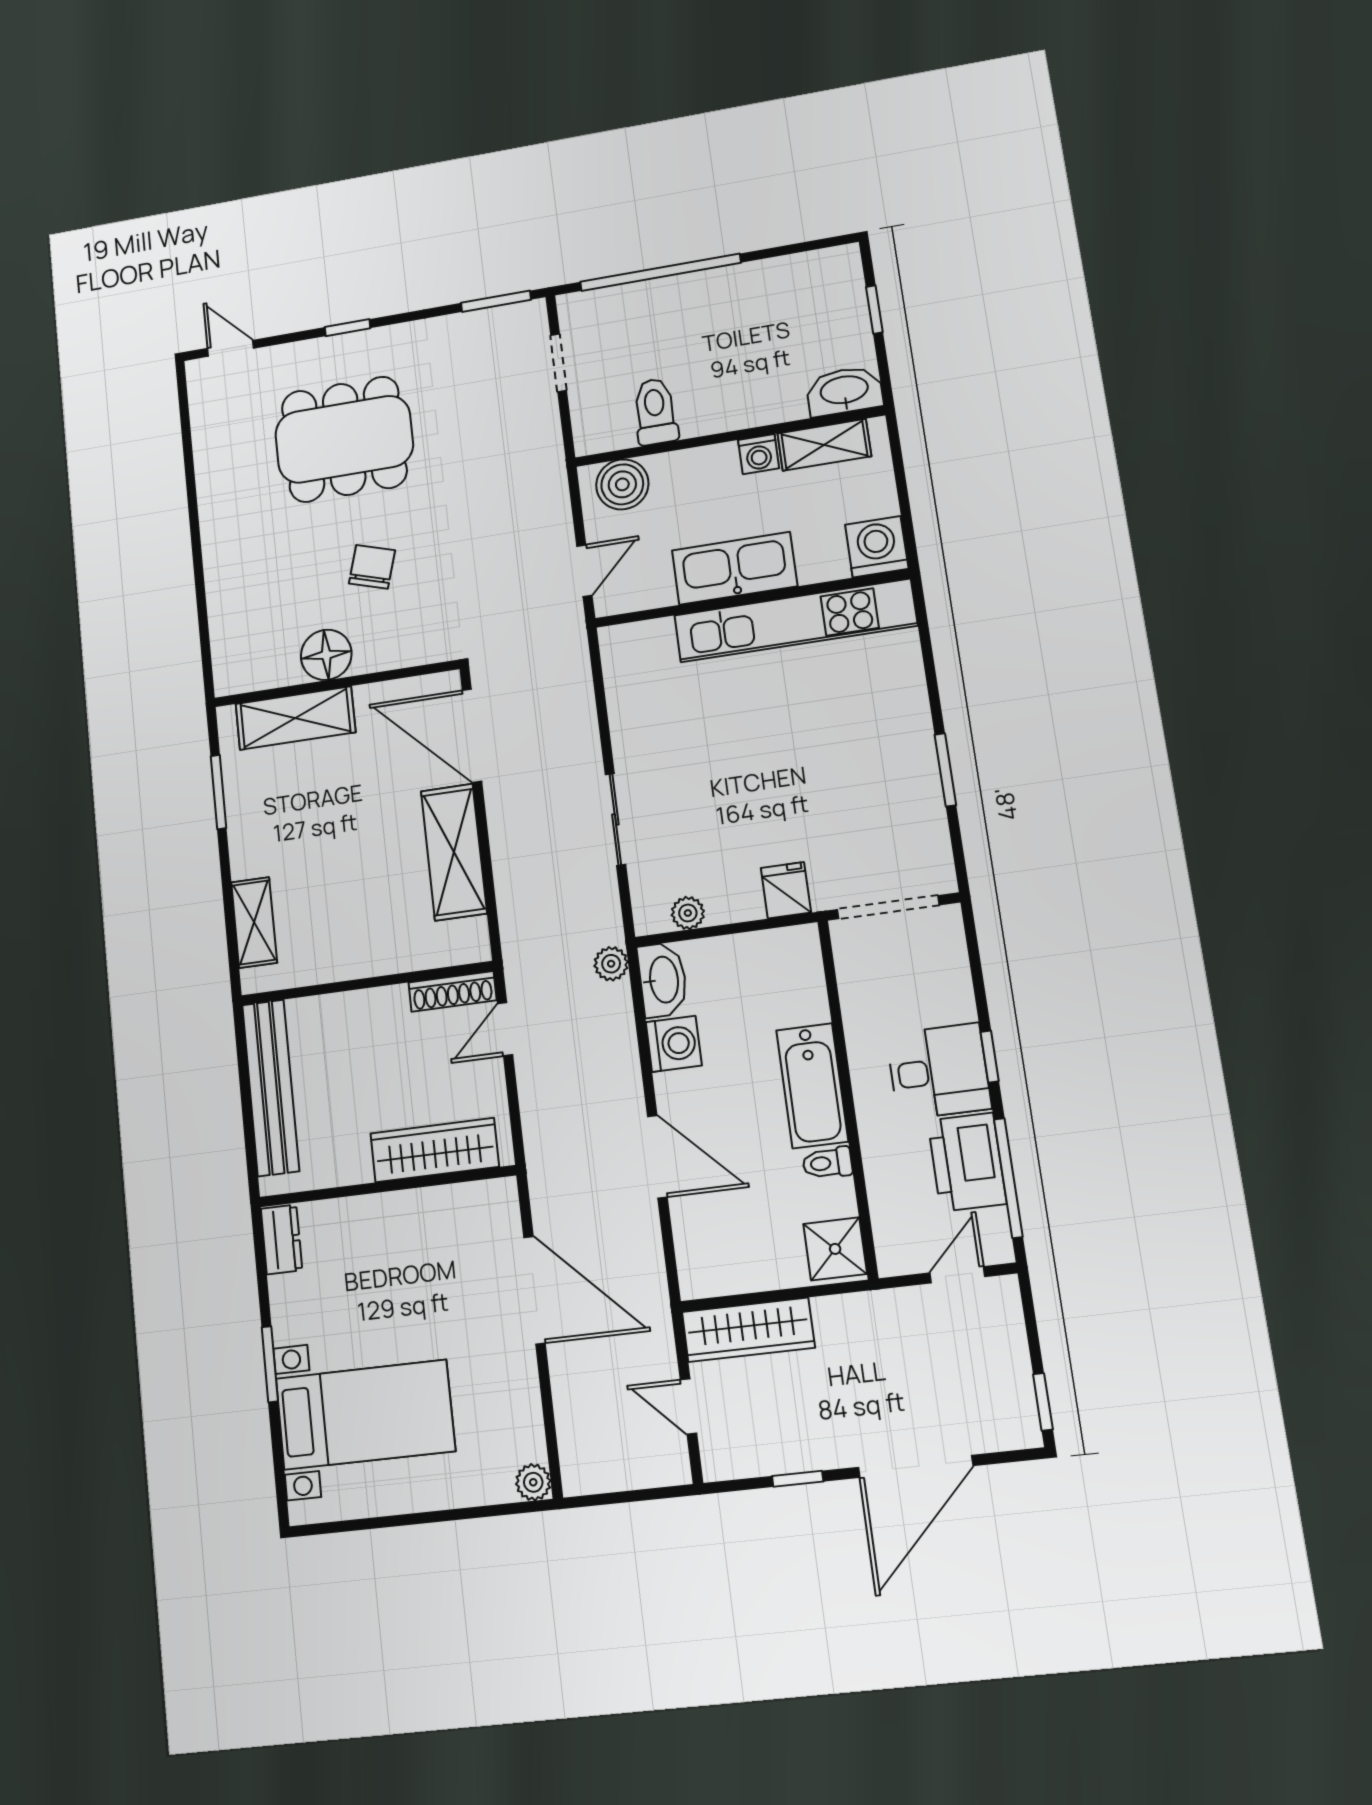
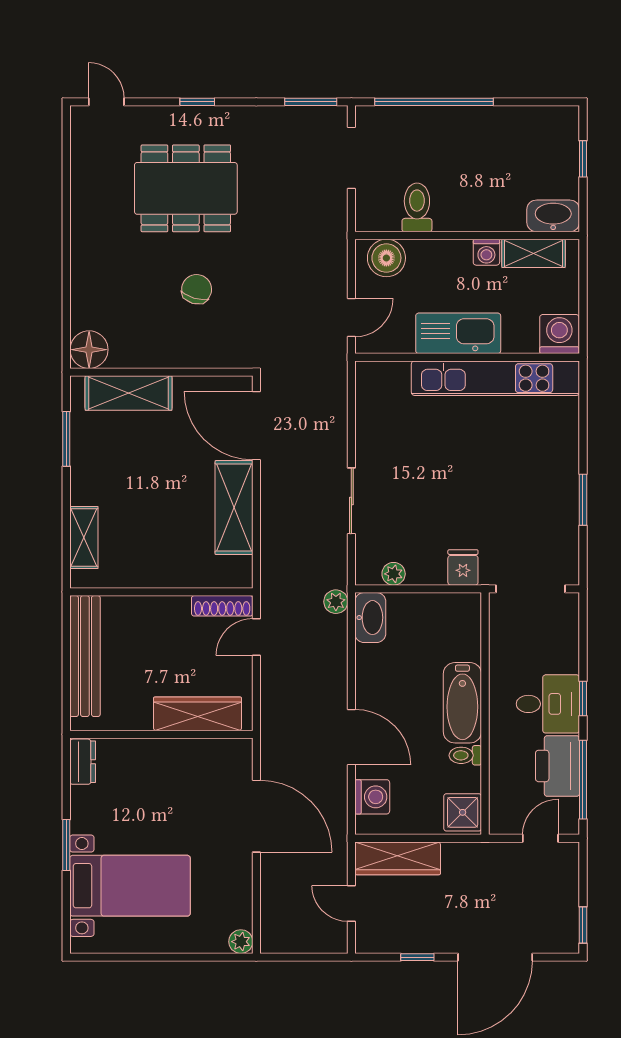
doorway: (559, 363) -> (351, 158), width x1.38
floor lamp: (326, 655) -> (89, 350), moved
washing machine: (674, 1044) -> (372, 797), moved

